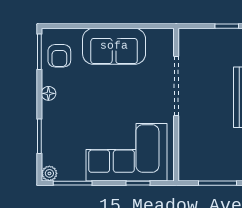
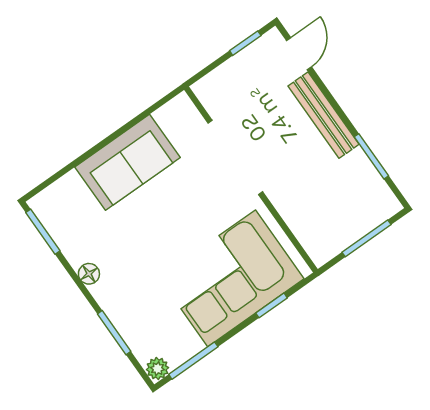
armchair: (59, 56) -> (70, 220), removed

